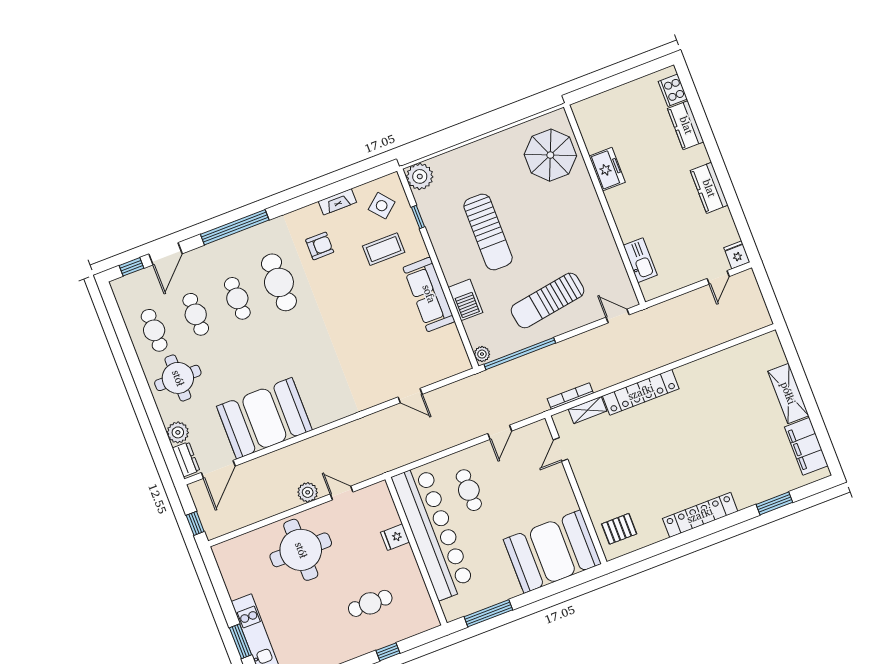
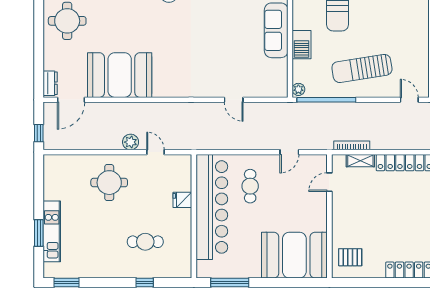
plant: (178, 432) -> (52, 61), removed
round table: (301, 550) -> (109, 183), width x0.73, depth x0.73

